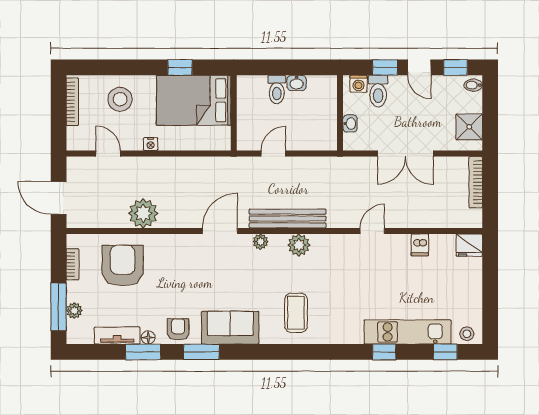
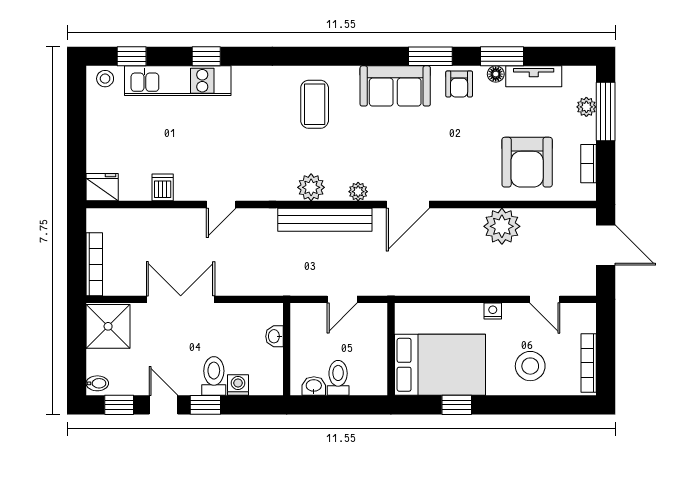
wall: (340, 113) -> (287, 349), moved
washbasin: (350, 124) -> (274, 336), moved
shower: (469, 127) -> (108, 326), width x1.36, depth x1.36

